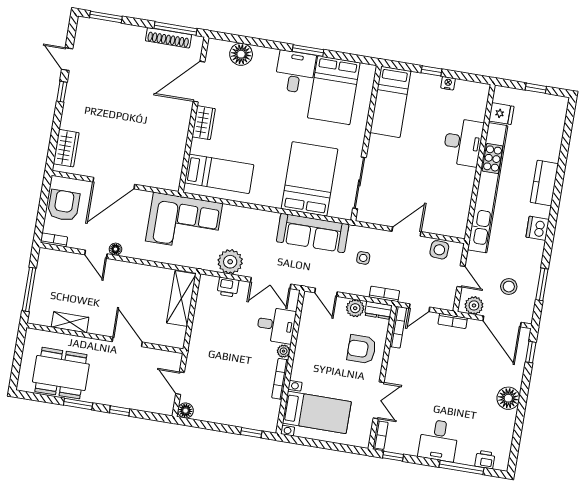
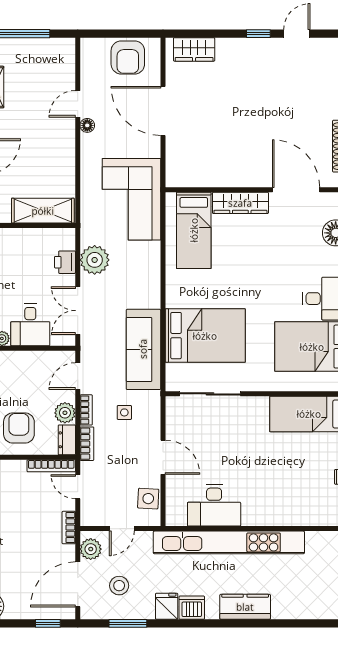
fridge: (501, 114) -> (167, 606), moved, turned 180
wardrobe: (204, 123) -> (240, 203), width x1.50
desk: (463, 142) -> (214, 505), moved
armchair: (64, 205) -> (128, 57), turned 90
bookcase: (54, 240) -> (86, 410), moved

